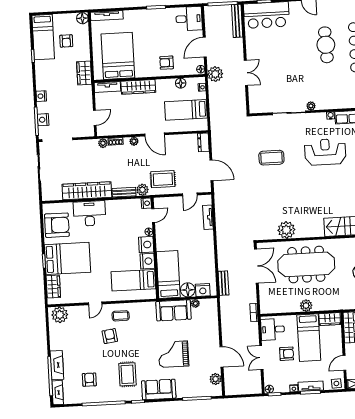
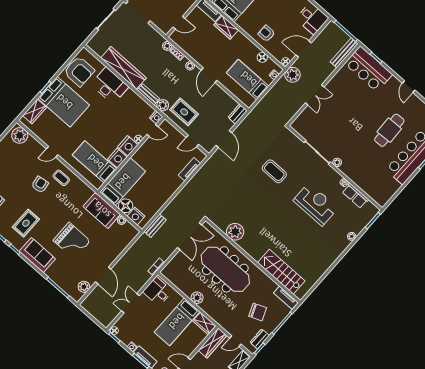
wardrobe: (138, 87) -> (226, 27), width x0.67
grand piano: (174, 354) -> (72, 241), turned 180
armchair: (287, 354) -> (151, 318), removed

